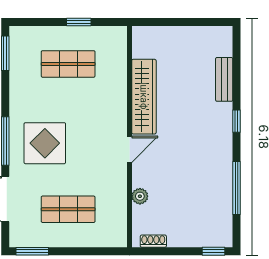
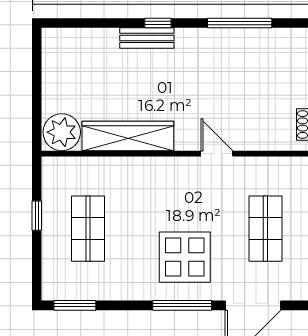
bench: (224, 79) -> (147, 38), moved
door: (129, 149) -> (217, 154), moved
plant: (140, 196) -> (62, 132), moved, width x1.87, depth x1.87

